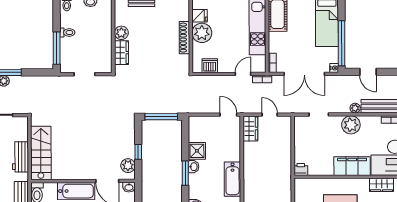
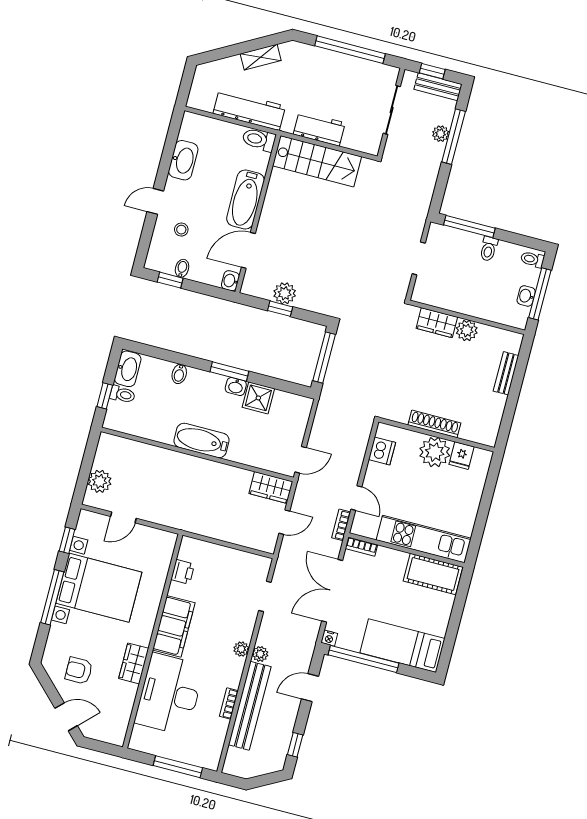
plant: (351, 125) -> (241, 649), width x0.53, depth x0.53
plant: (128, 166) -> (285, 293), moved
printer: (301, 169) -> (183, 572), moved

